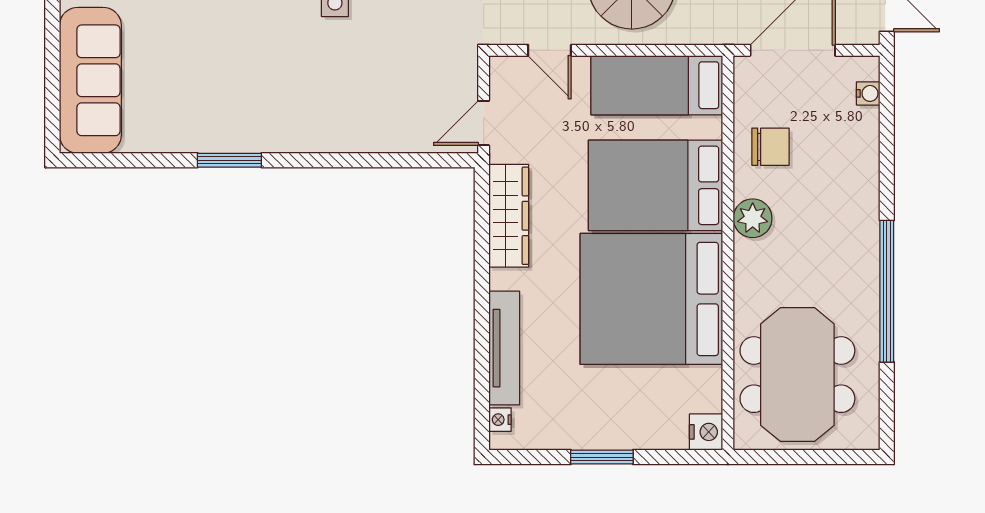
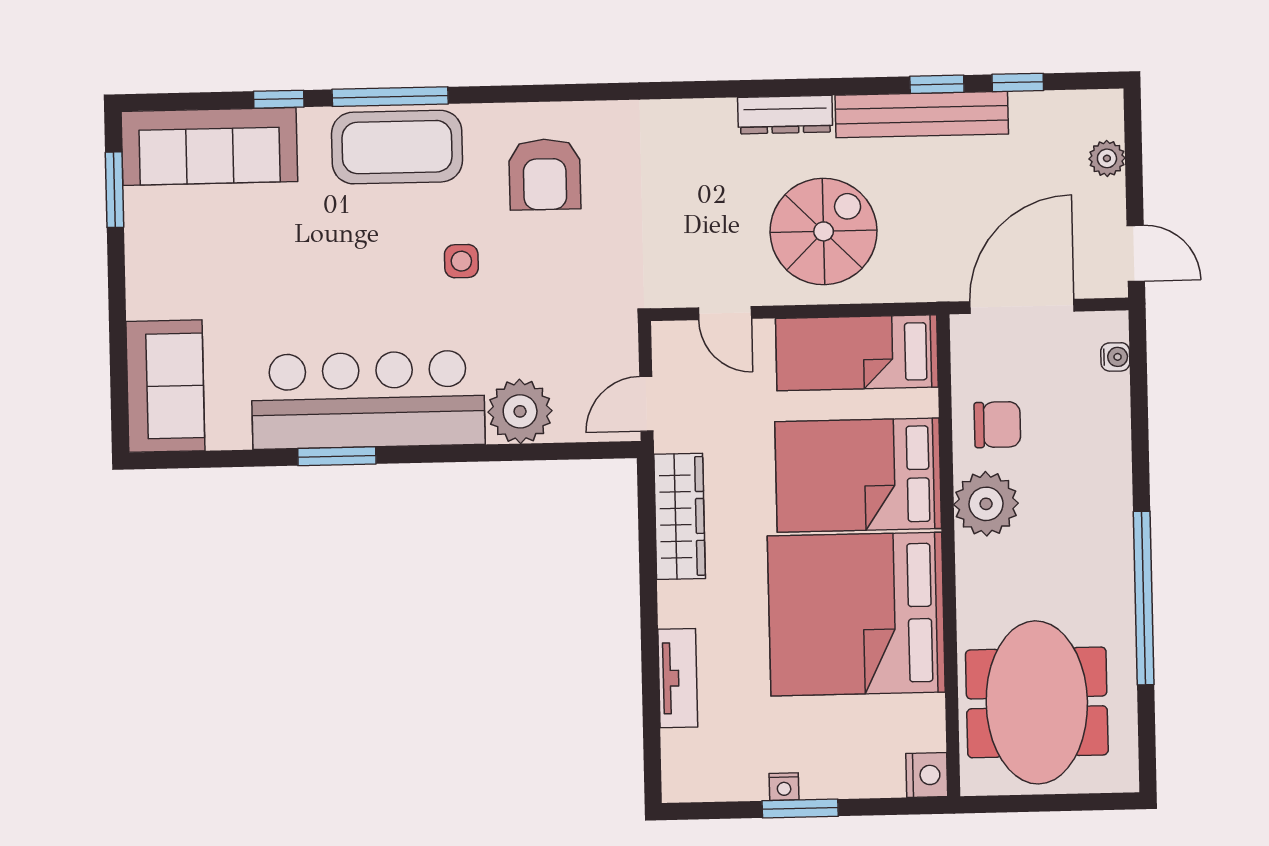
sofa: (90, 80) -> (165, 386), width x0.73
bar counter: (256, 115) -> (368, 400), added
plant: (380, 127) -> (520, 411), added
plant: (753, 218) -> (986, 504), width x1.36, depth x1.36
tv unit: (504, 348) -> (678, 678), width x0.71
nightstand: (500, 420) -> (784, 787), moved, turned -90

